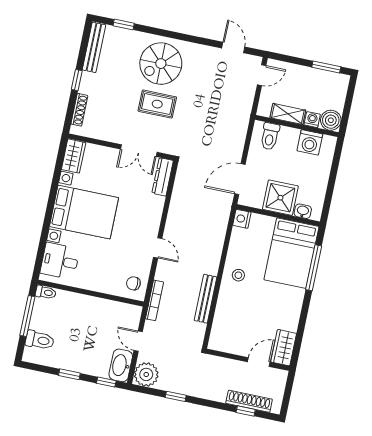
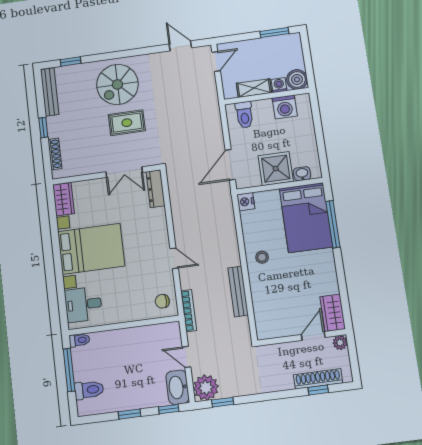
plant: (281, 376) -> (340, 343), added
window: (176, 396) -> (223, 402), moved

